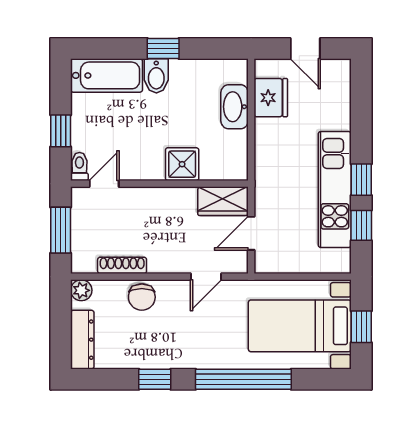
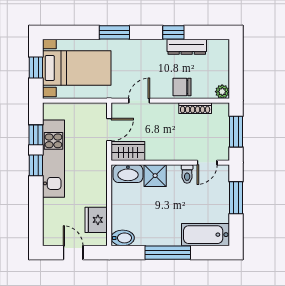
window: (163, 49) -> (168, 253), width x2.17
bidet: (156, 76) -> (123, 238), moved, turned 90
washbasin: (235, 107) -> (128, 174), moved, turned 90
window: (61, 131) -> (236, 198), width x1.50
toilet: (79, 167) -> (187, 174), moved
chair: (142, 297) -> (182, 87), turned -90
dresser: (82, 340) -> (187, 47), moved, turned -90
window: (243, 379) -> (114, 32), width x0.47

